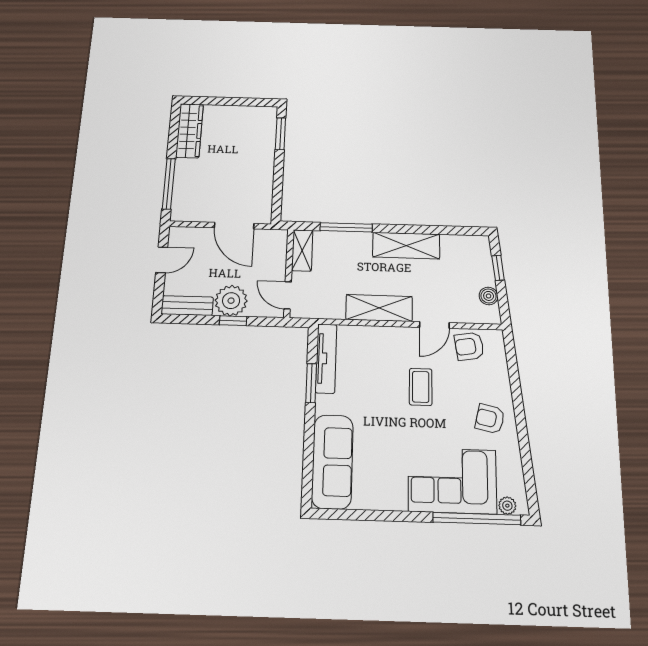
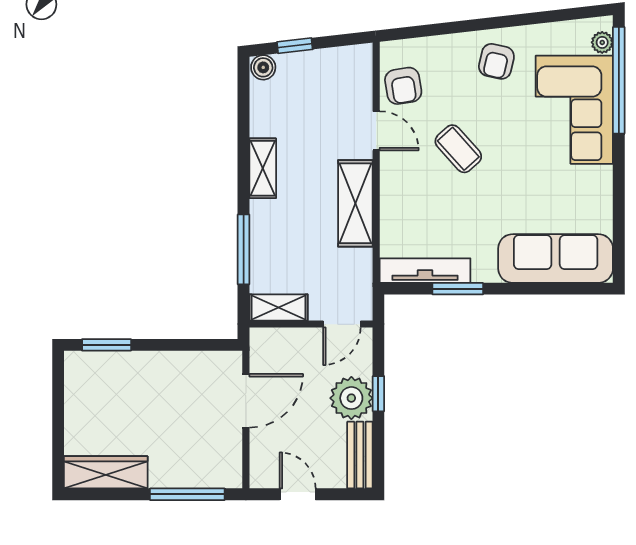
shelving: (406, 246) -> (263, 168), width x0.67, depth x0.75
boiler: (489, 296) -> (263, 67), moved
coffee table: (421, 387) -> (458, 149), turned 48

